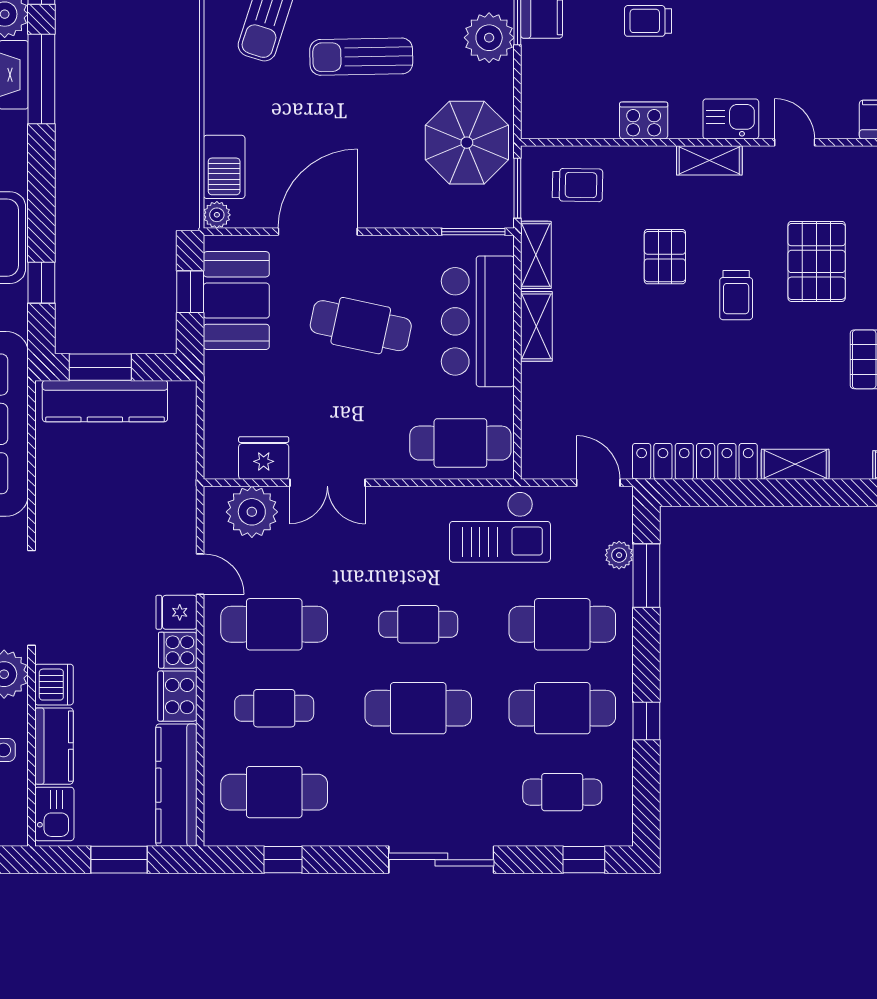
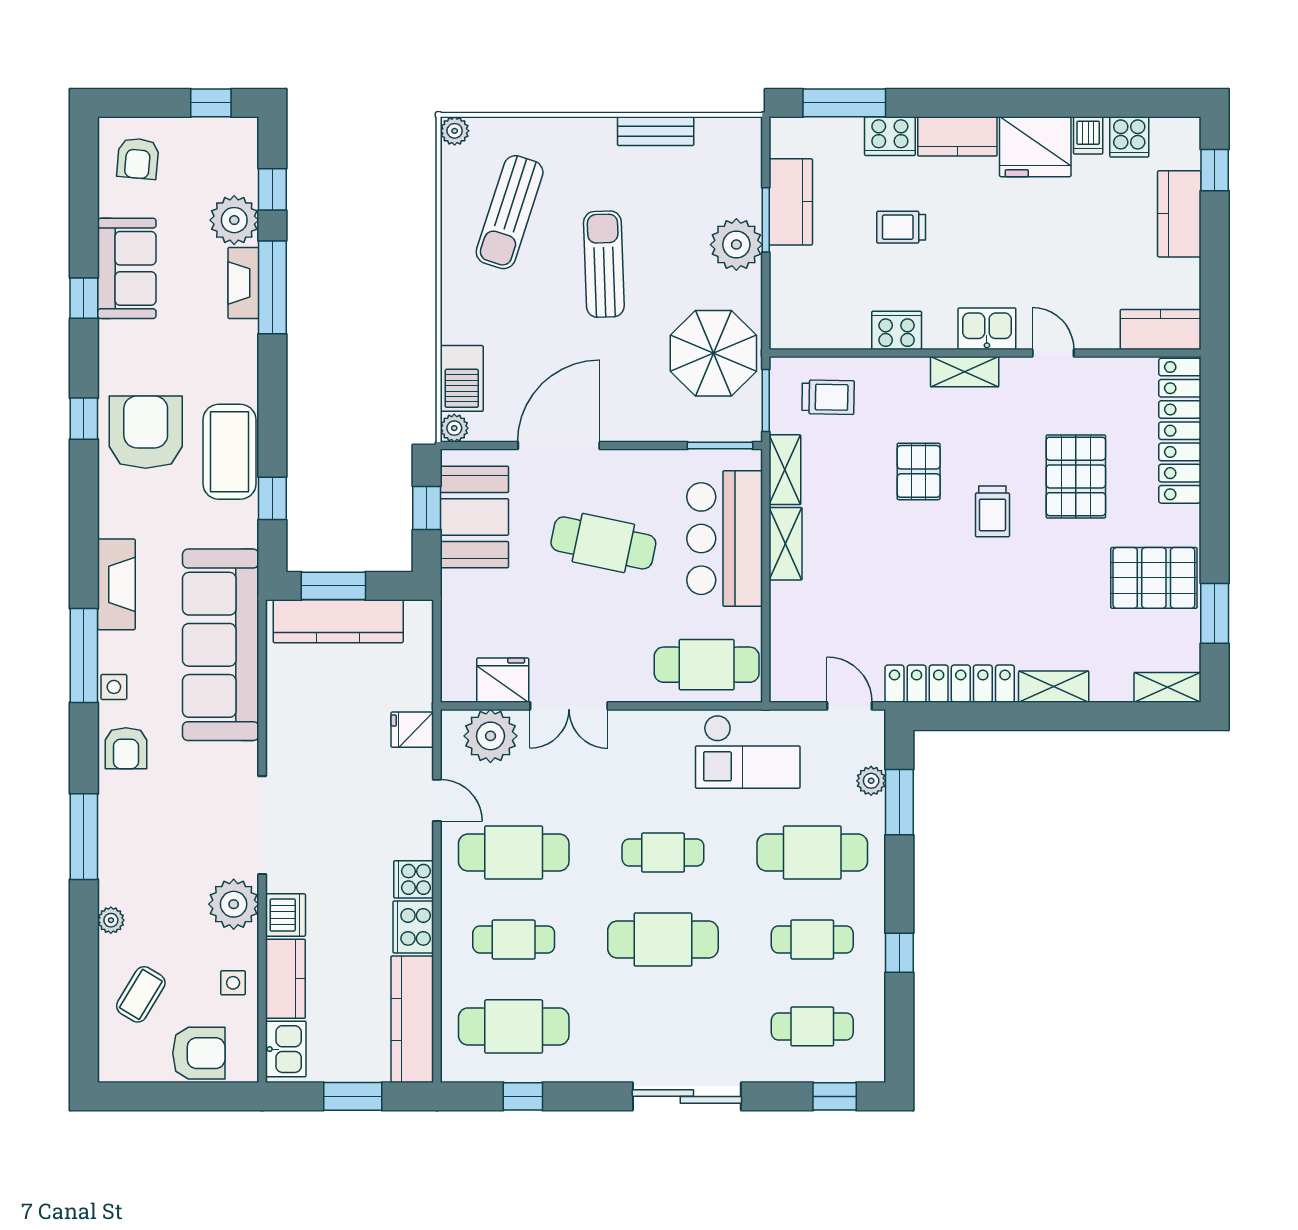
sun lounger: (361, 57) -> (604, 264), turned 89
fridge: (176, 612) -> (412, 730), moved
cafe table: (562, 708) -> (812, 939), width x0.73, depth x0.74

